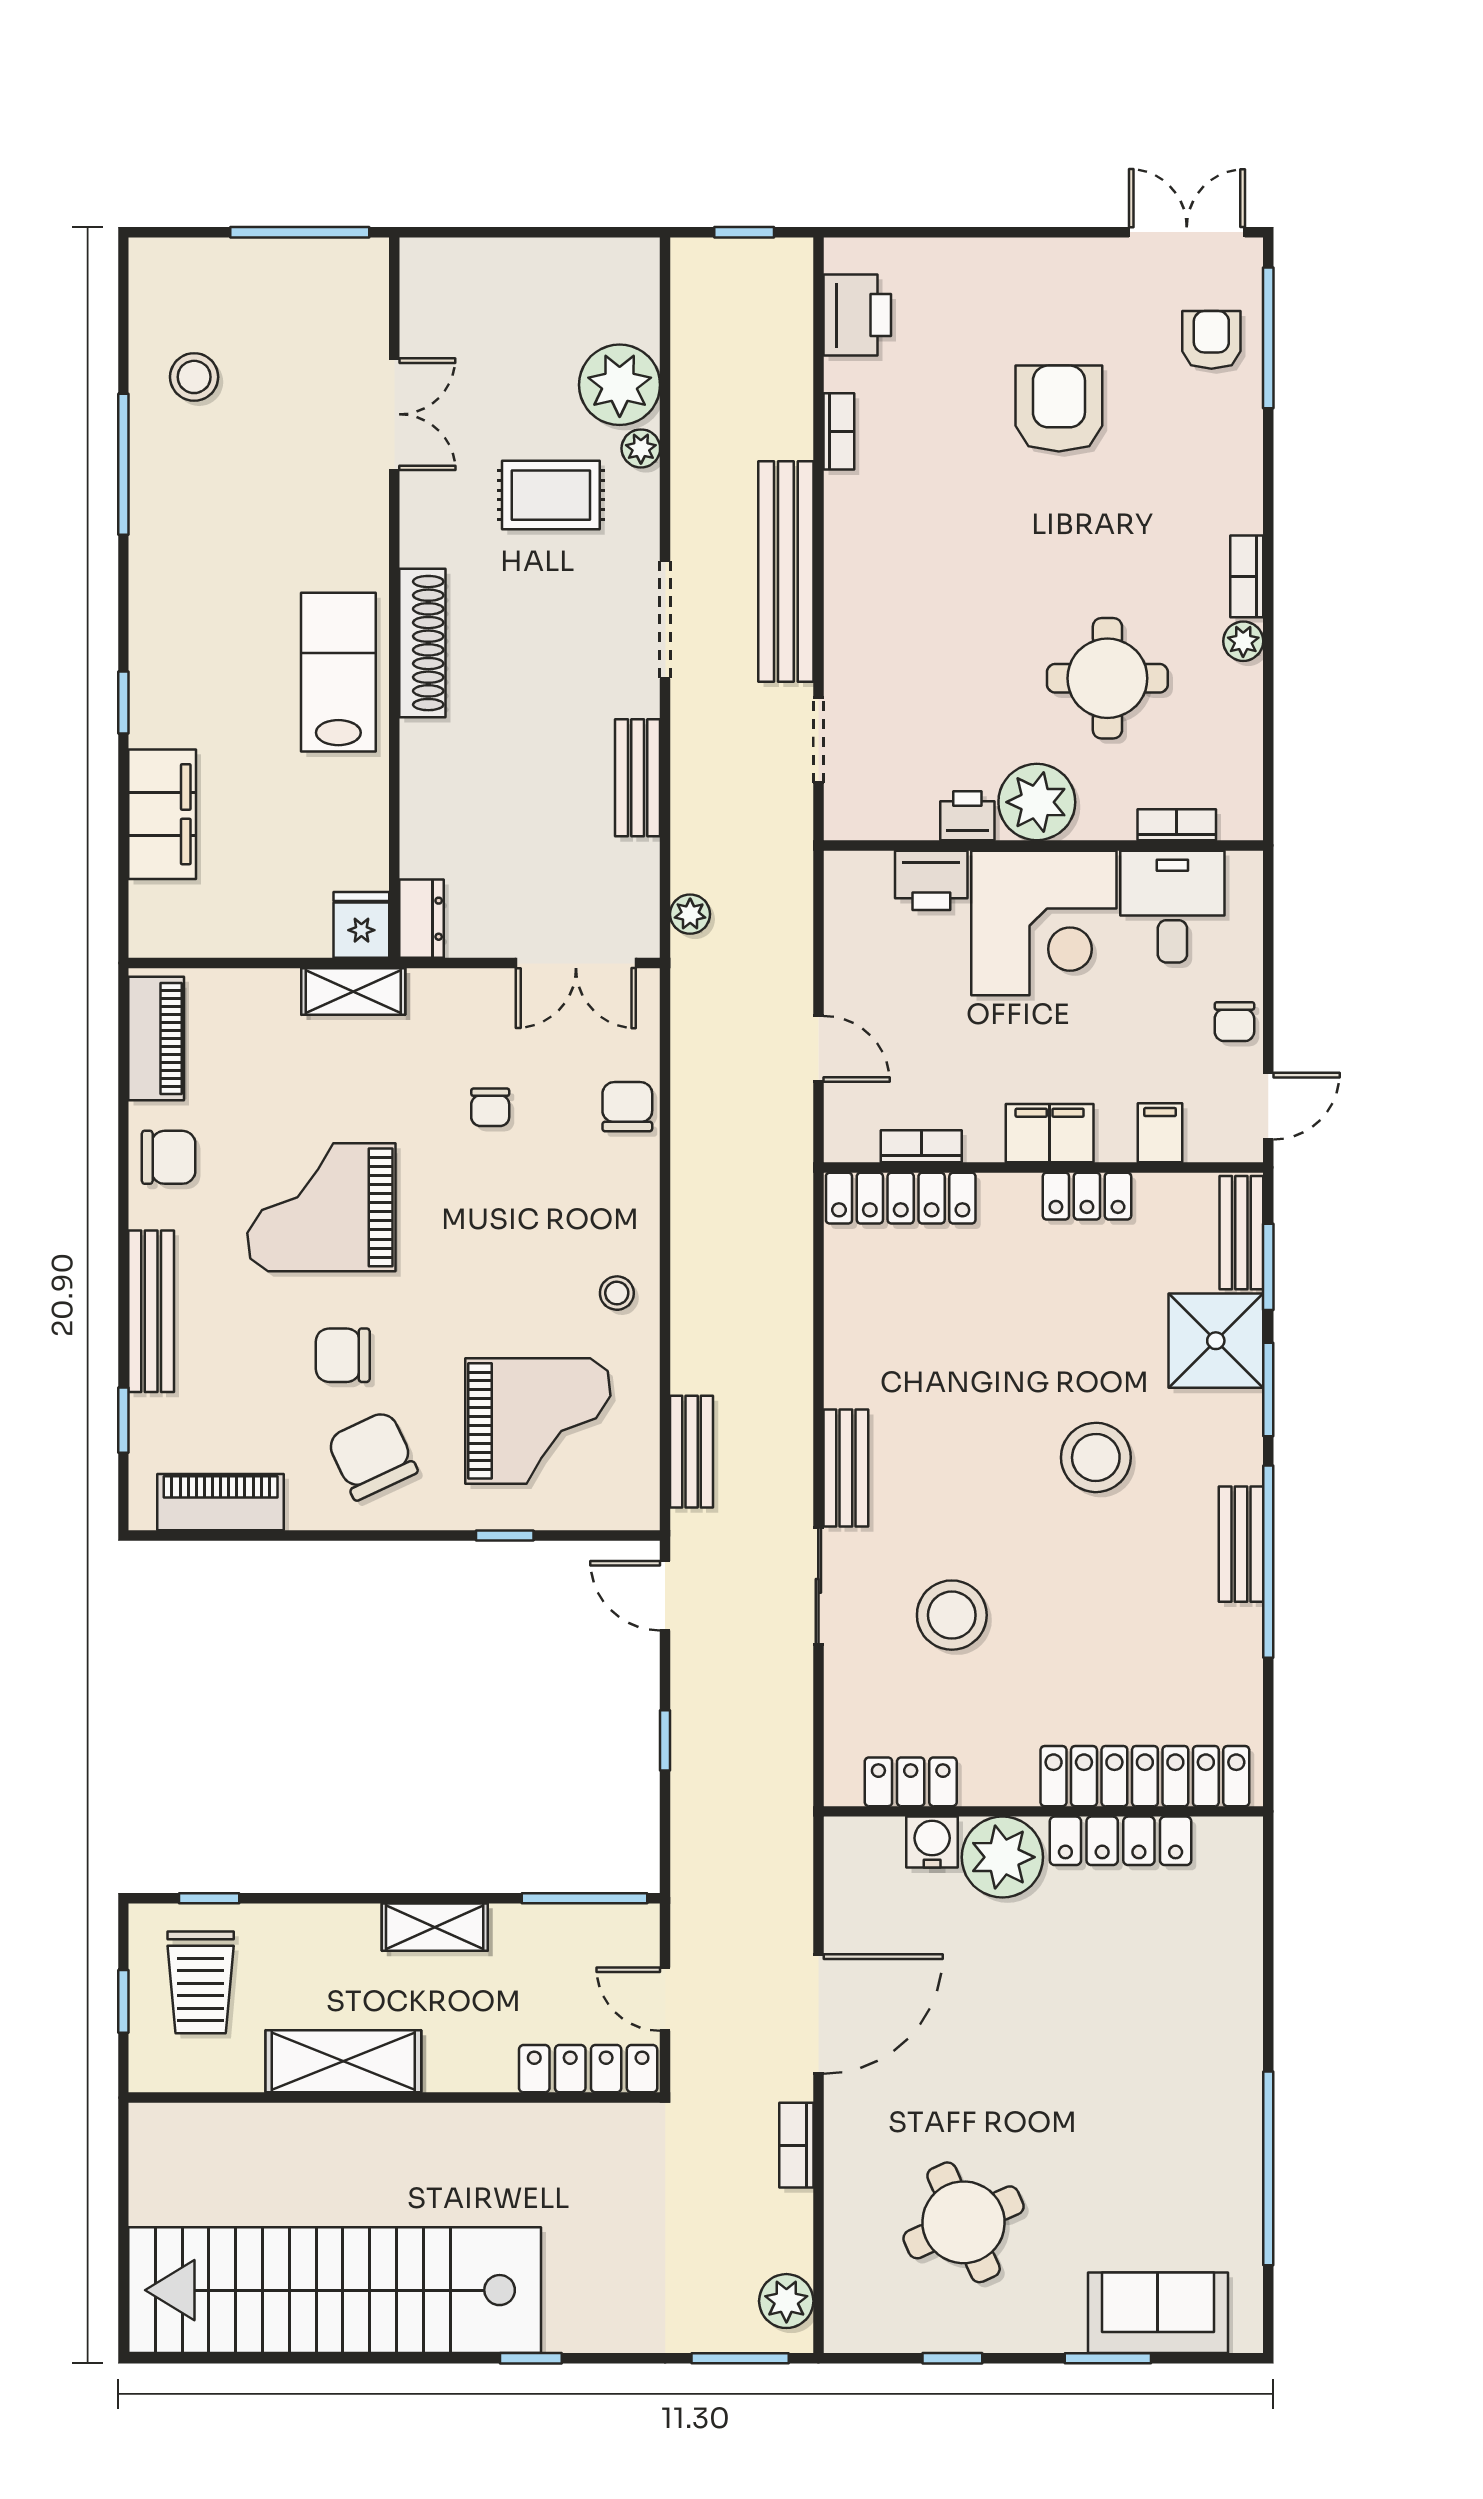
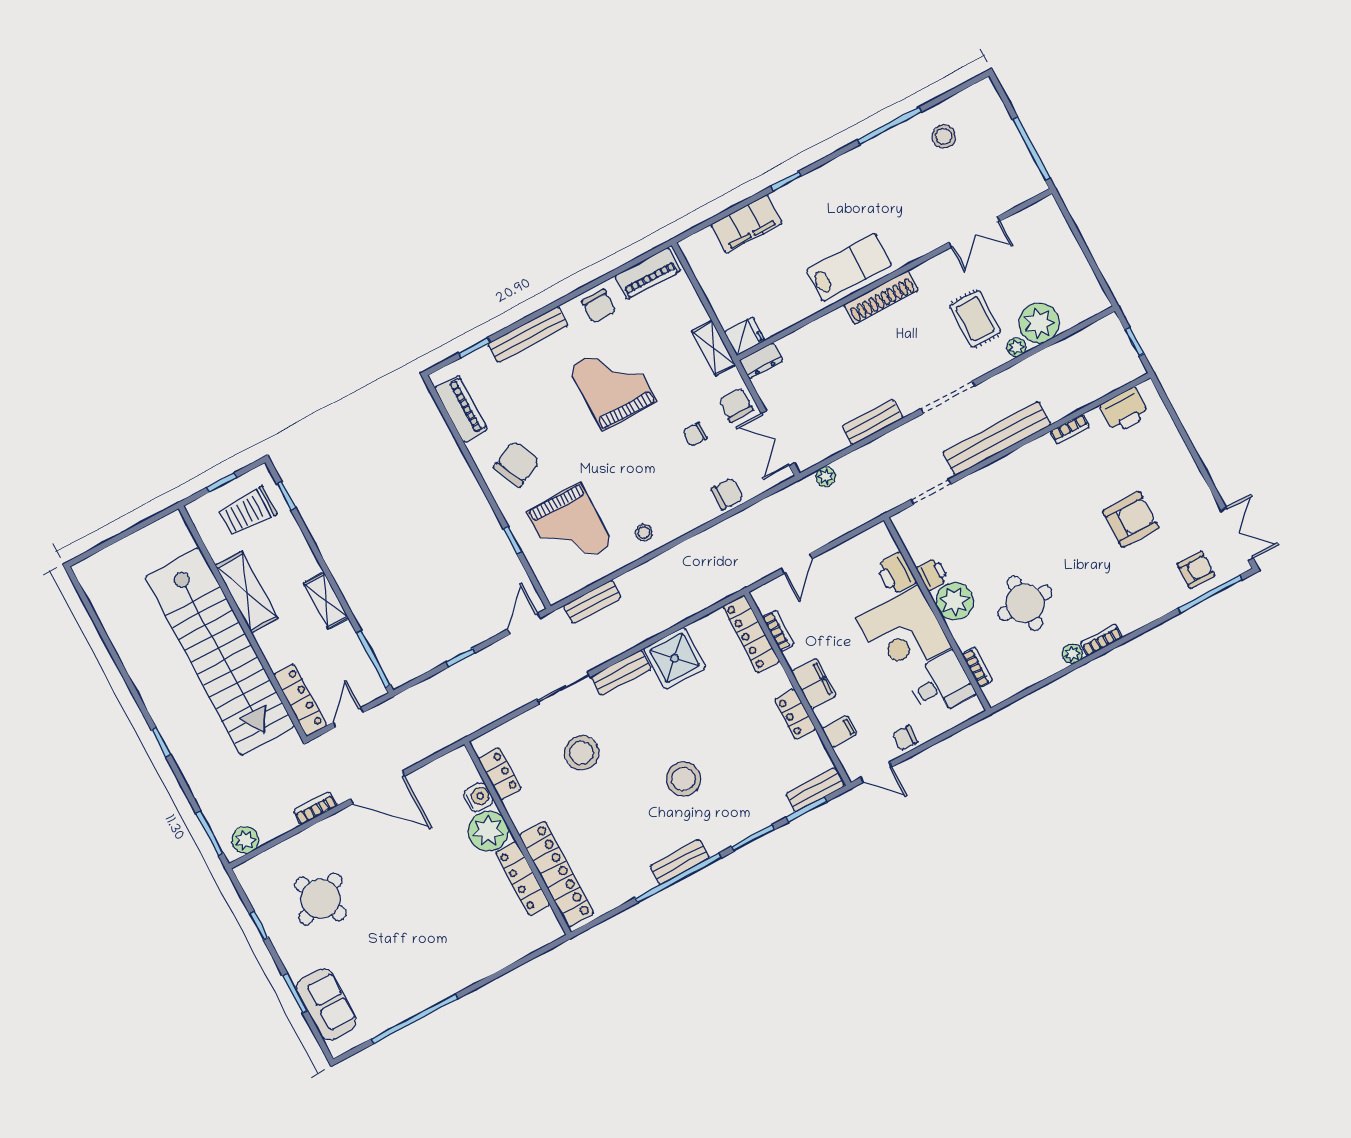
shower: (1216, 1341) -> (675, 658), moved
chair: (343, 1355) -> (736, 405), moved
stairs: (335, 2290) -> (220, 651), moved, turned 180

